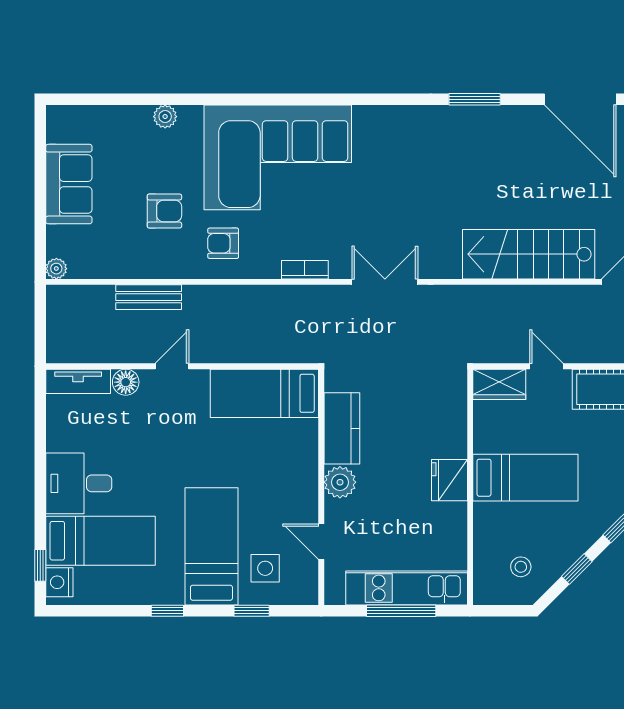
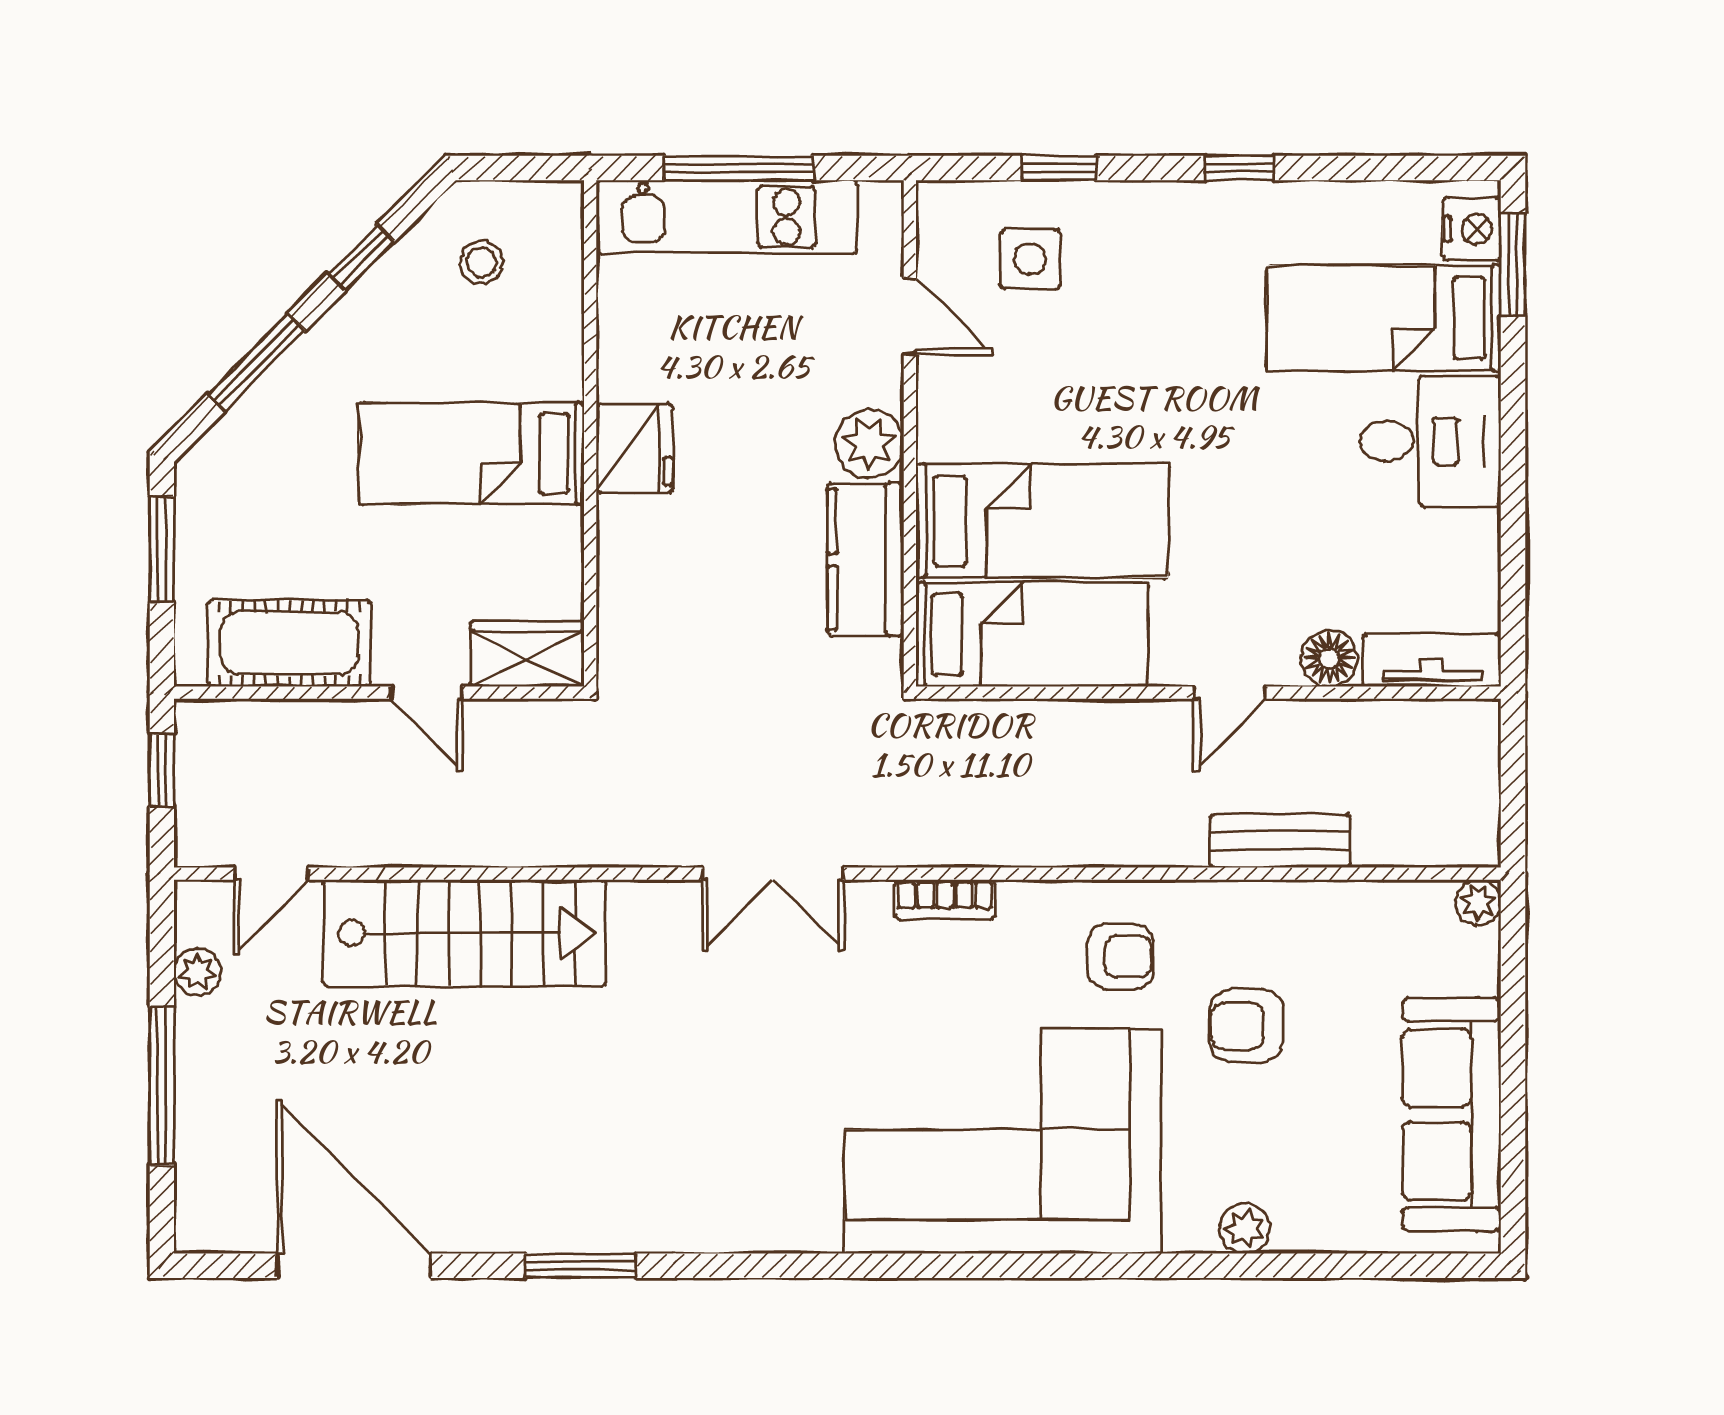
sofa: (69, 184) -> (1451, 1114), width x1.36
bed: (211, 546) -> (1042, 521), moved, turned -90
window: (40, 565) -> (1513, 265), width x1.50

